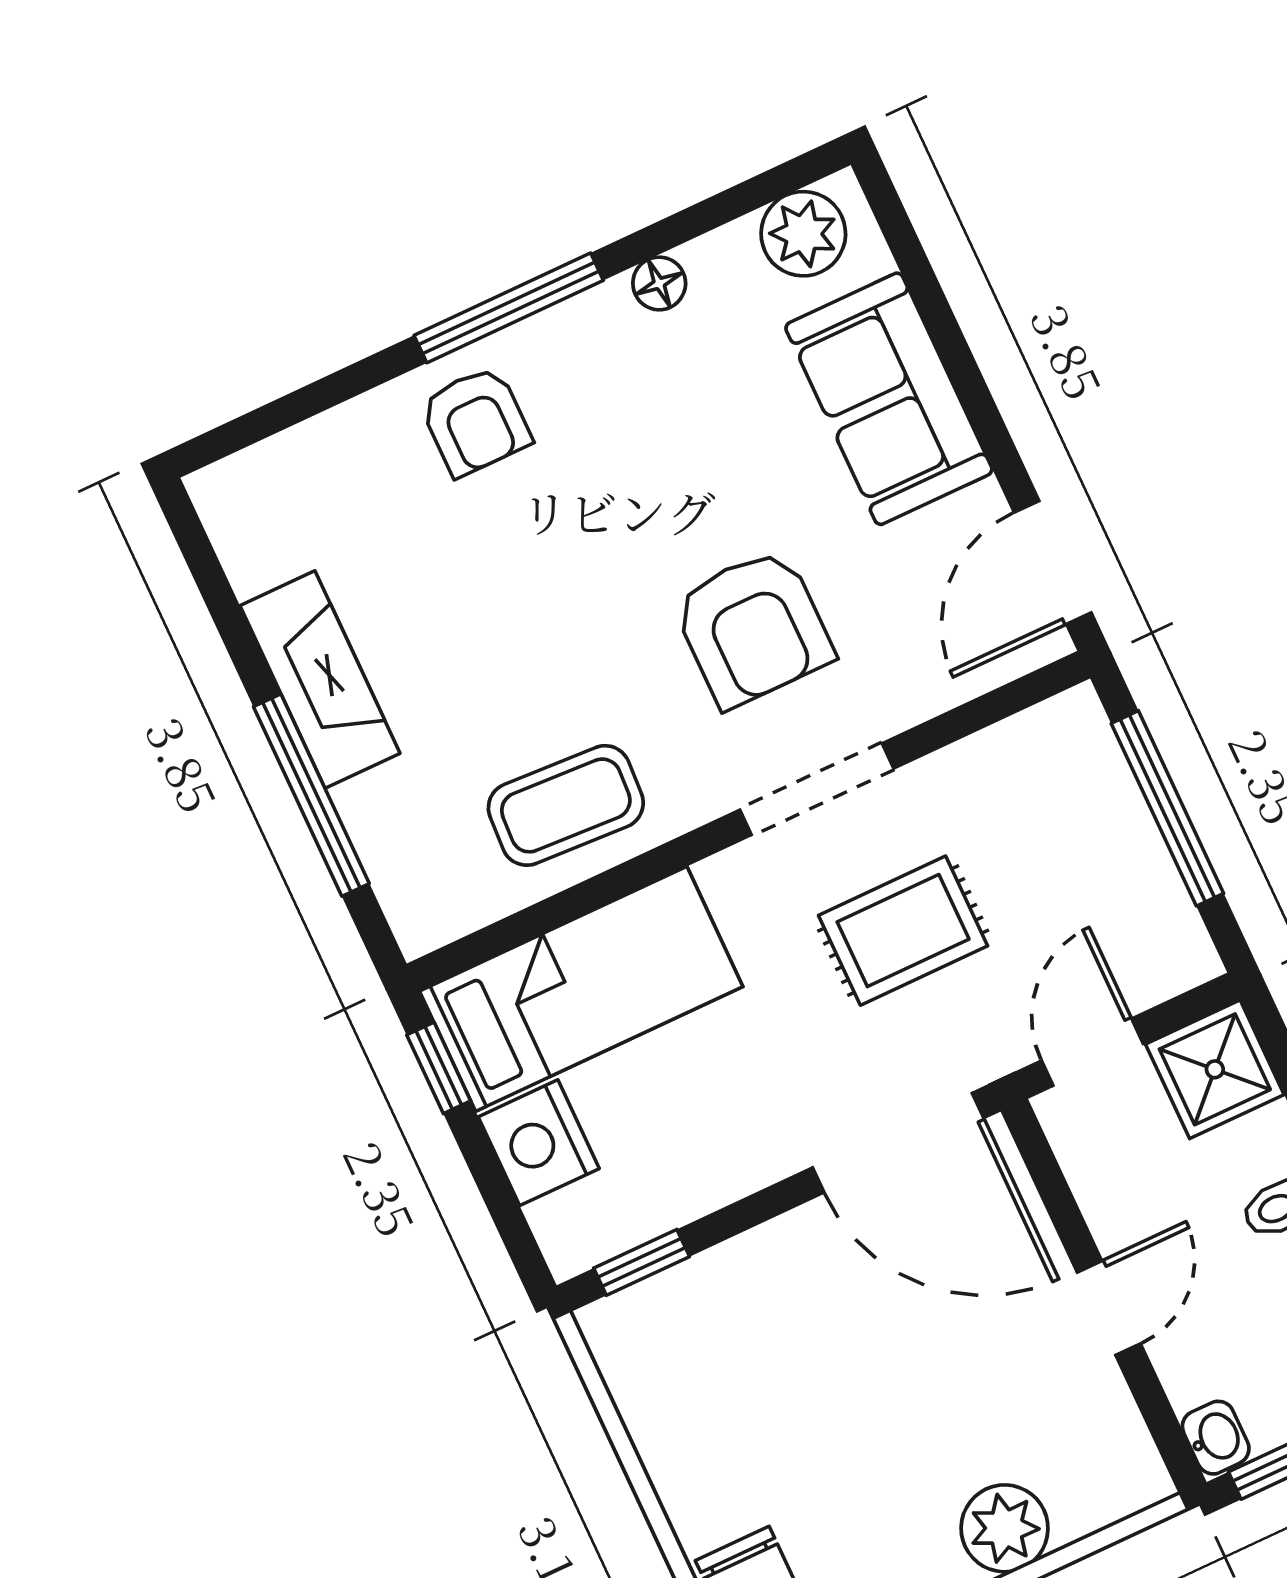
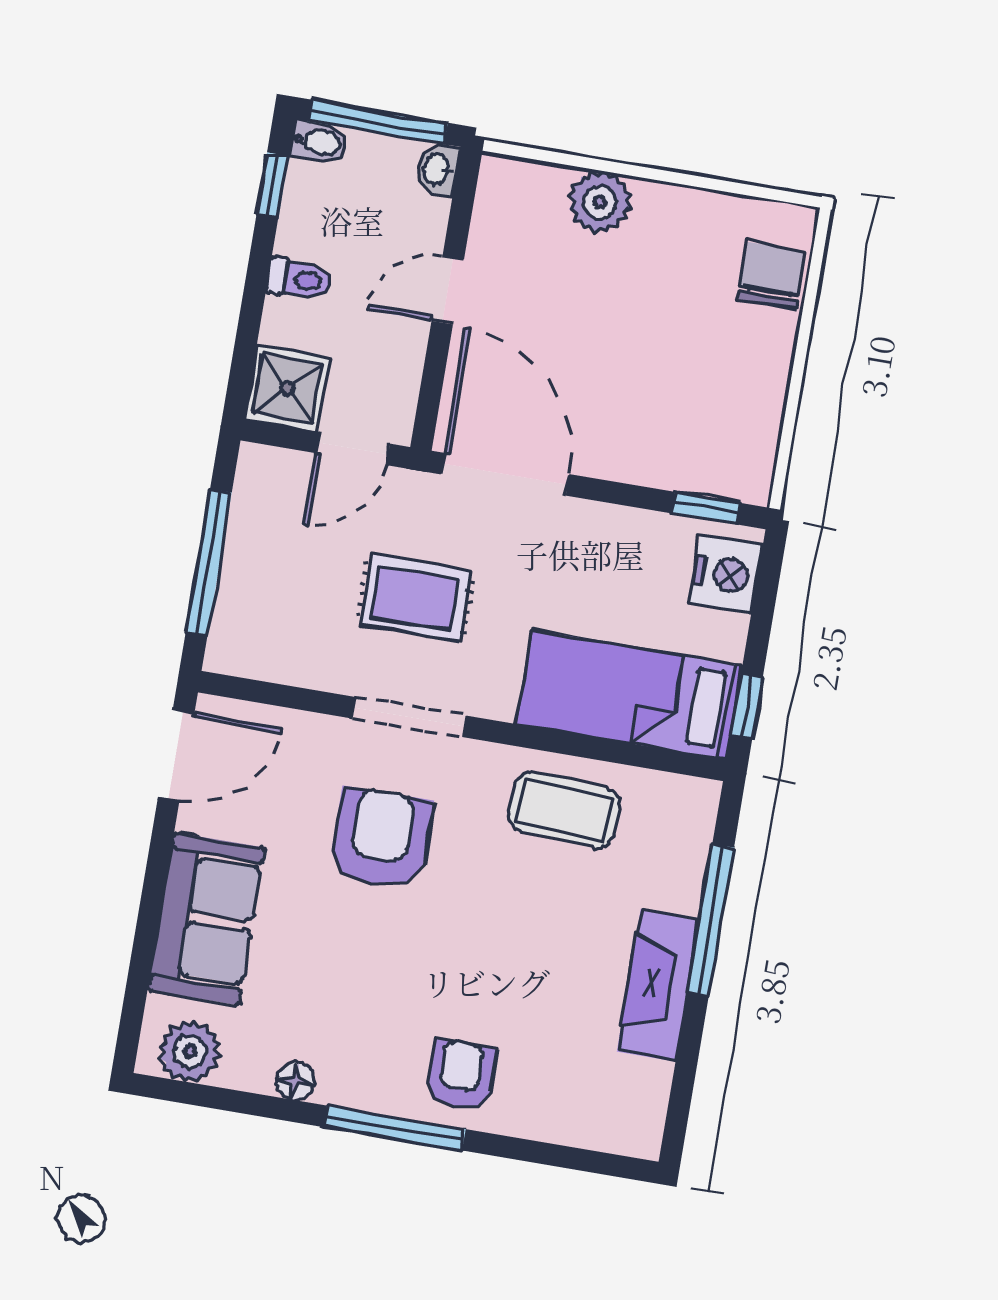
nightstand: (539, 1143) -> (726, 574), moved

